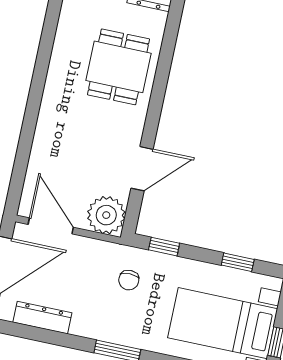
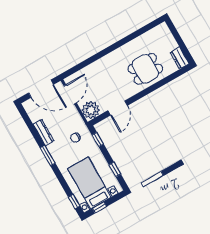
door: (142, 169) -> (118, 108), hinge flipped
dresser: (42, 318) -> (44, 132), moved

